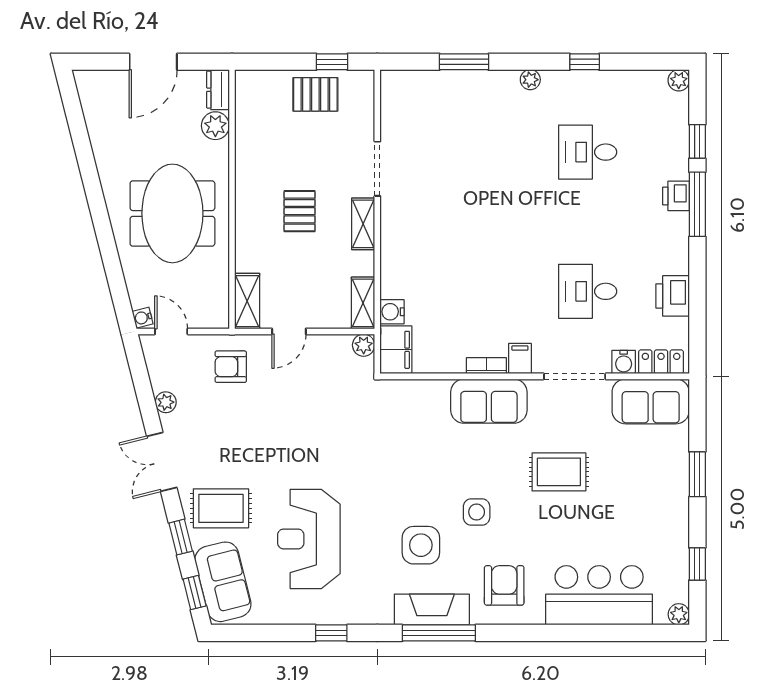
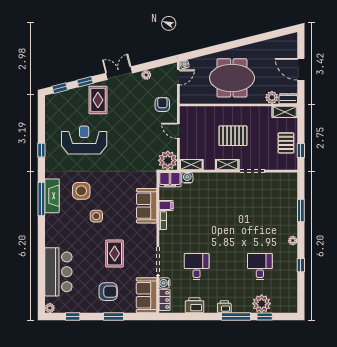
plant: (679, 80) -> (262, 304), moved, width x1.88, depth x1.88
printer: (676, 196) -> (224, 307), moved
pallet: (300, 211) -> (233, 136), width x1.50, depth x1.42
shelving: (247, 301) -> (285, 112), moved
plant: (364, 345) -> (168, 160), width x1.87, depth x1.87
filing cabinet: (520, 359) -> (166, 205), moved
sofa: (489, 401) -> (147, 206), moved
sofa: (223, 582) -> (65, 101), removed
armchair: (504, 585) -> (108, 292), moved

